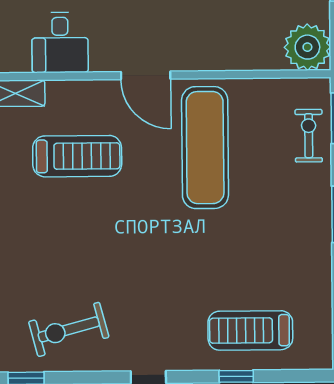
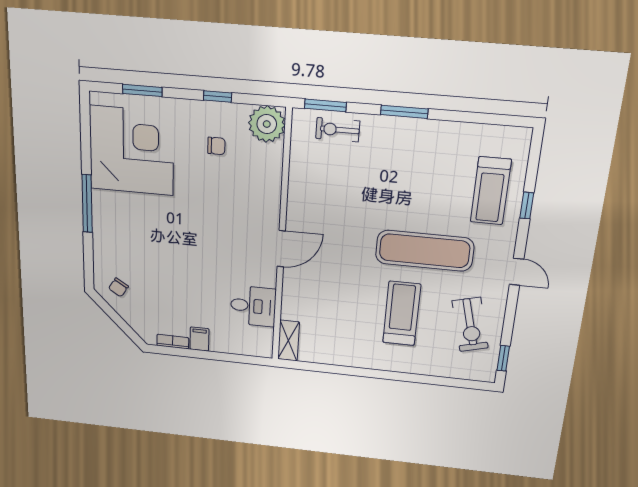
exercise mat: (205, 148) -> (425, 251), moved
treadmill: (77, 156) -> (402, 313), moved

